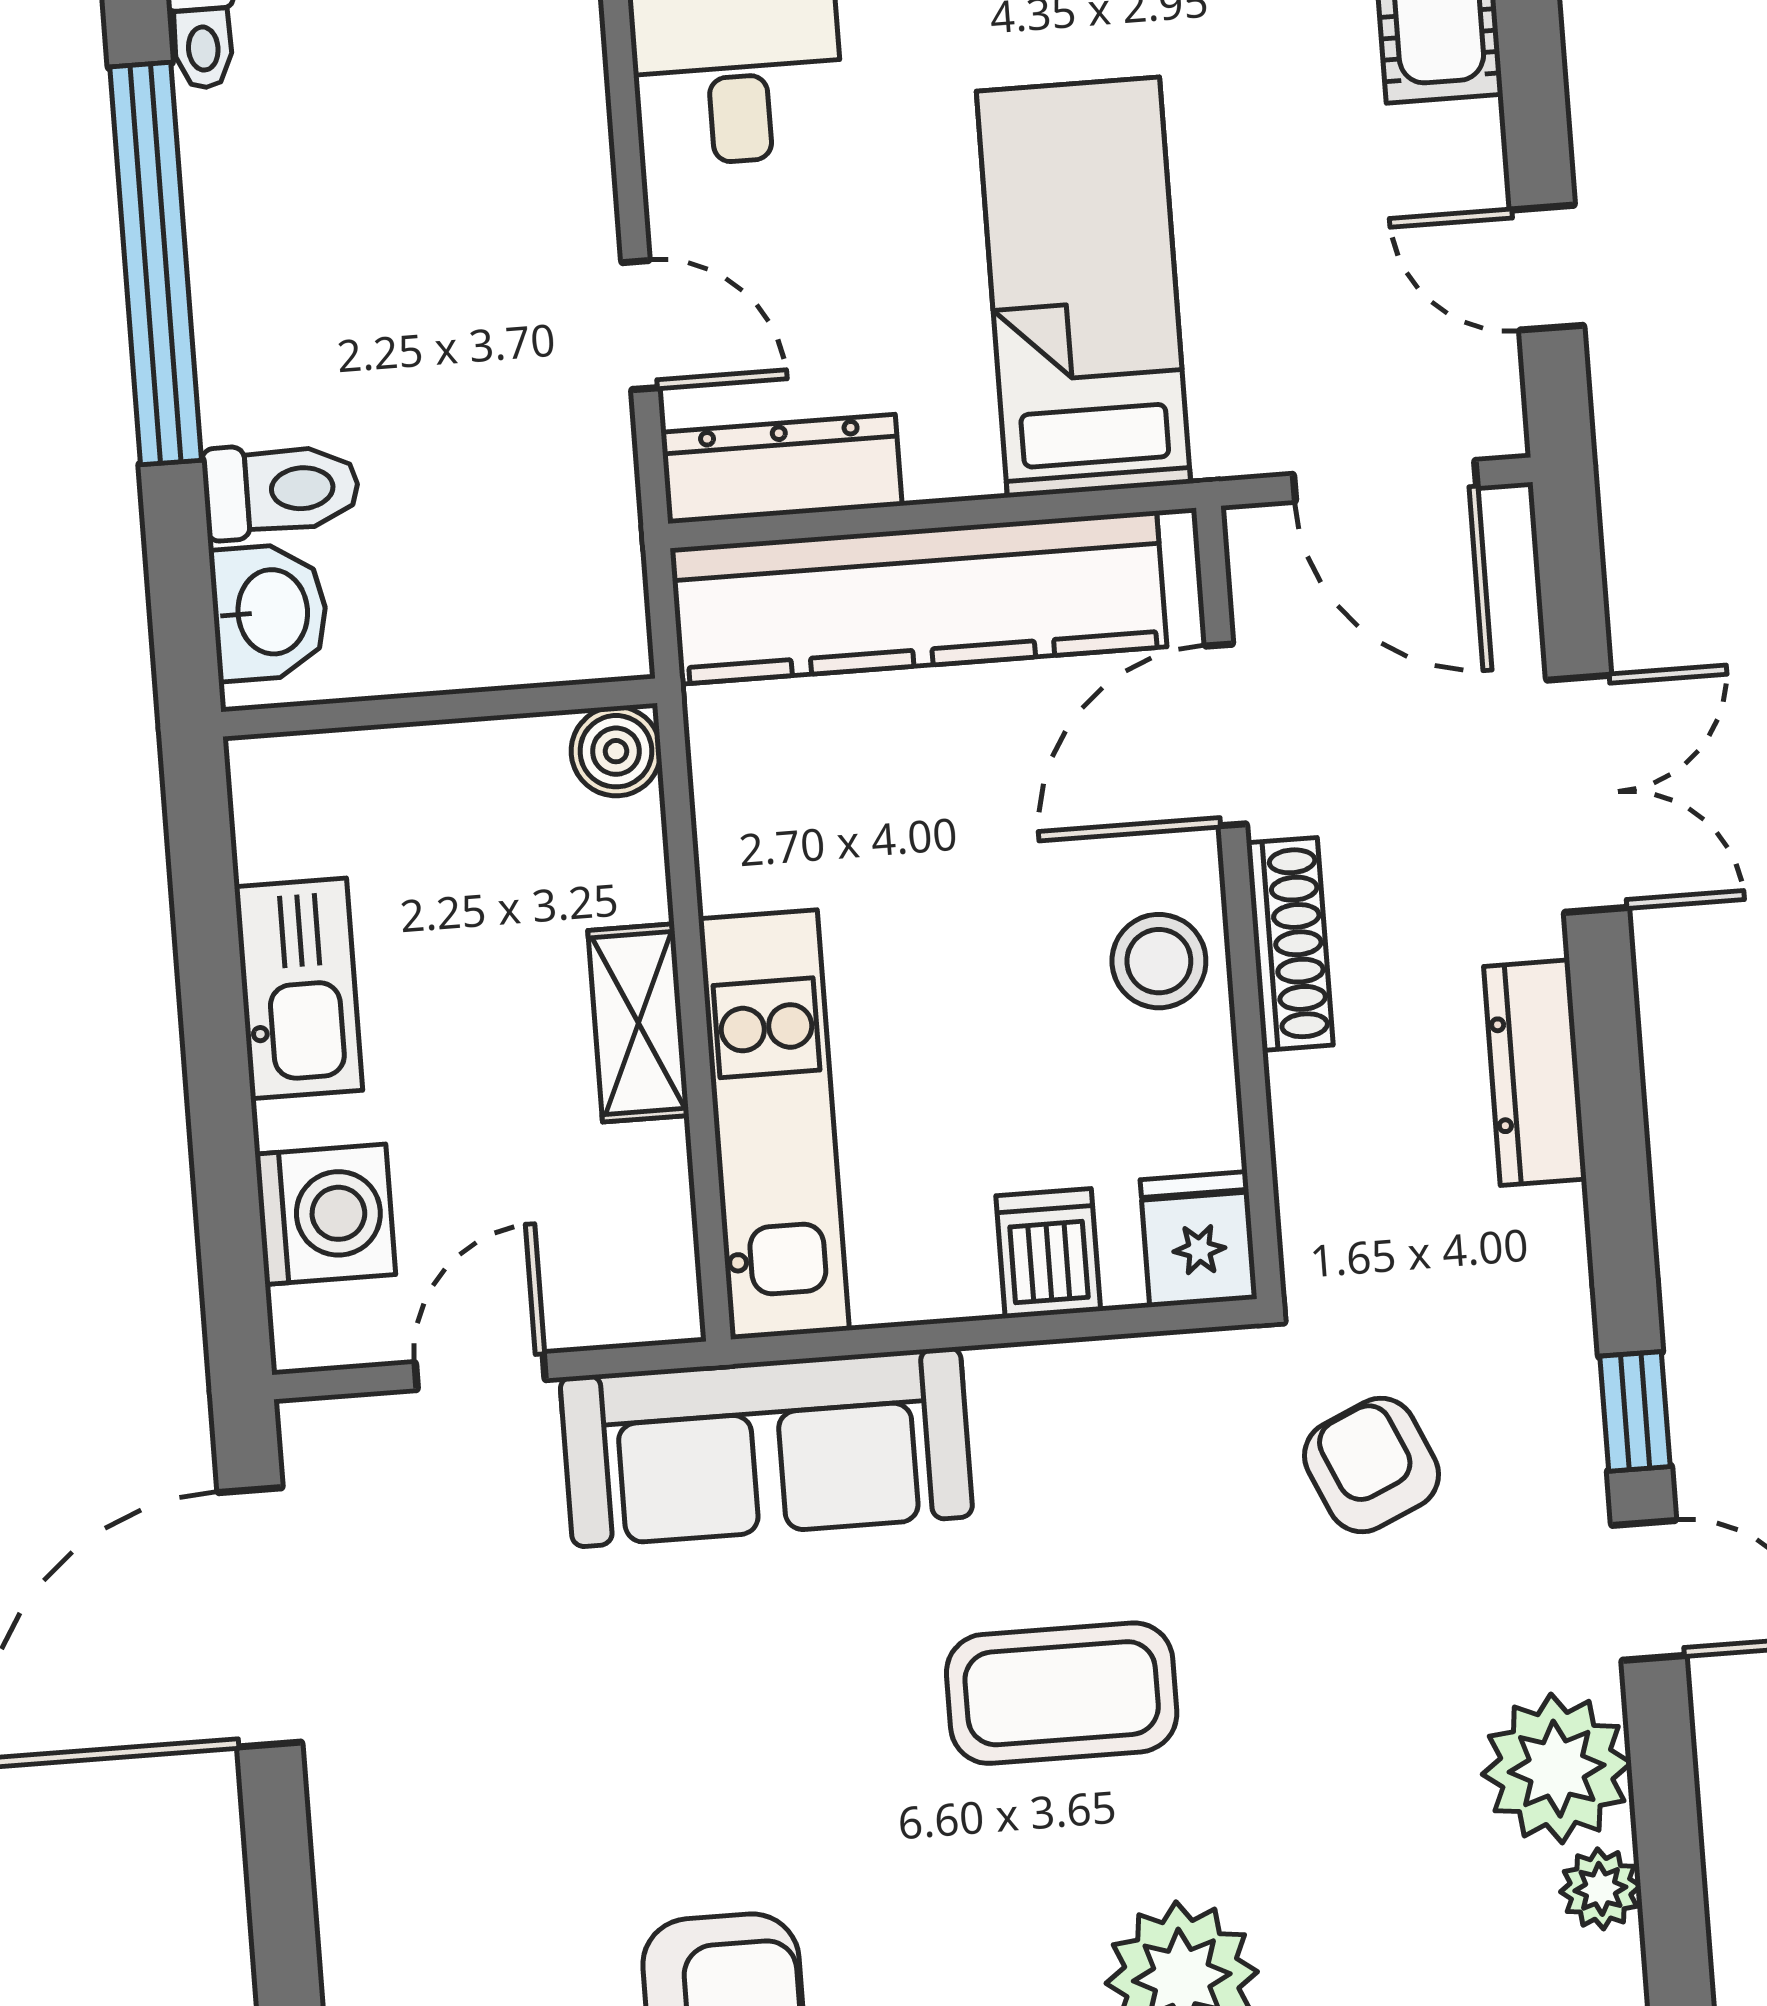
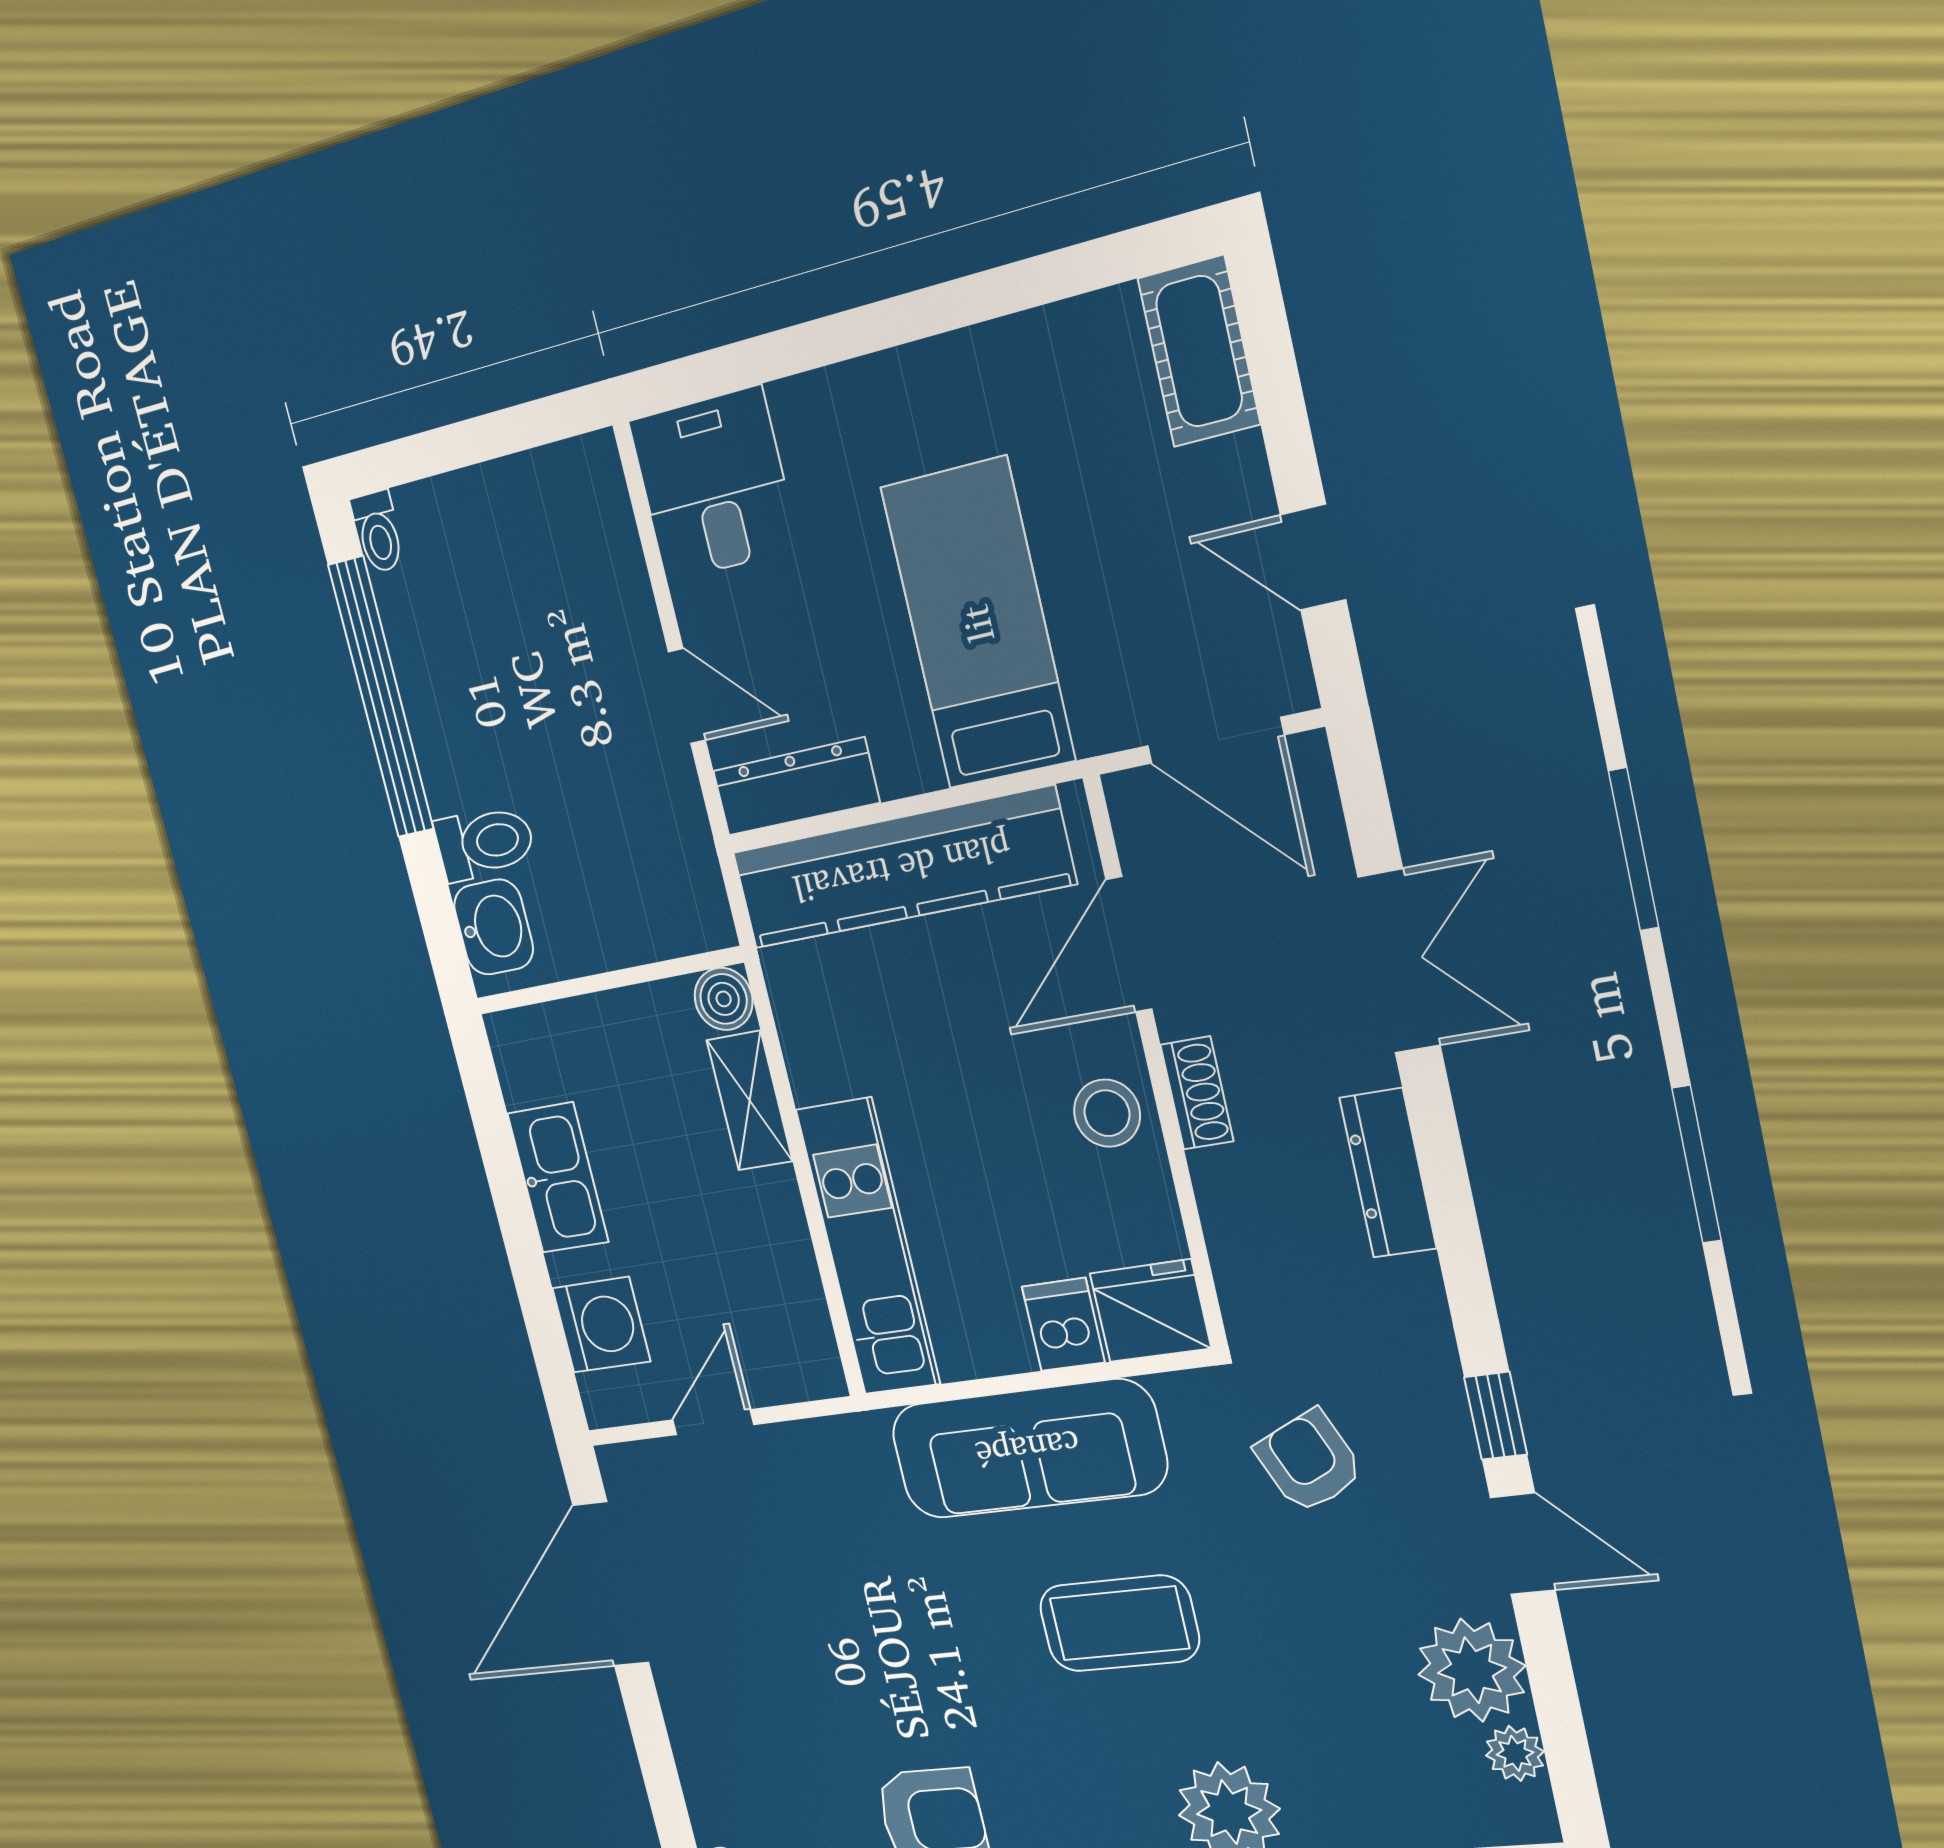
shoe rack: (1290, 944) -> (1197, 1093), width x0.70
shelving: (638, 1023) -> (750, 1101), moved
fridge: (1199, 1239) -> (1150, 1311), width x1.38
sofa: (766, 1447) -> (1028, 1449), moved

